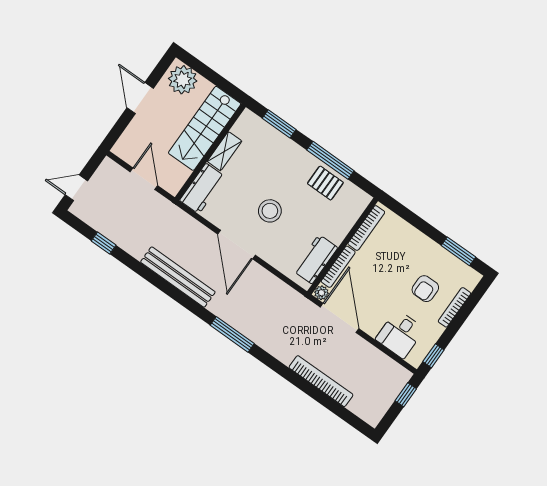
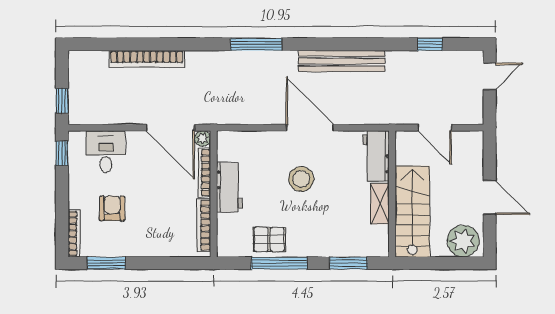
workbench: (315, 259) -> (229, 187), moved
bookcase: (454, 307) -> (74, 234), moved

